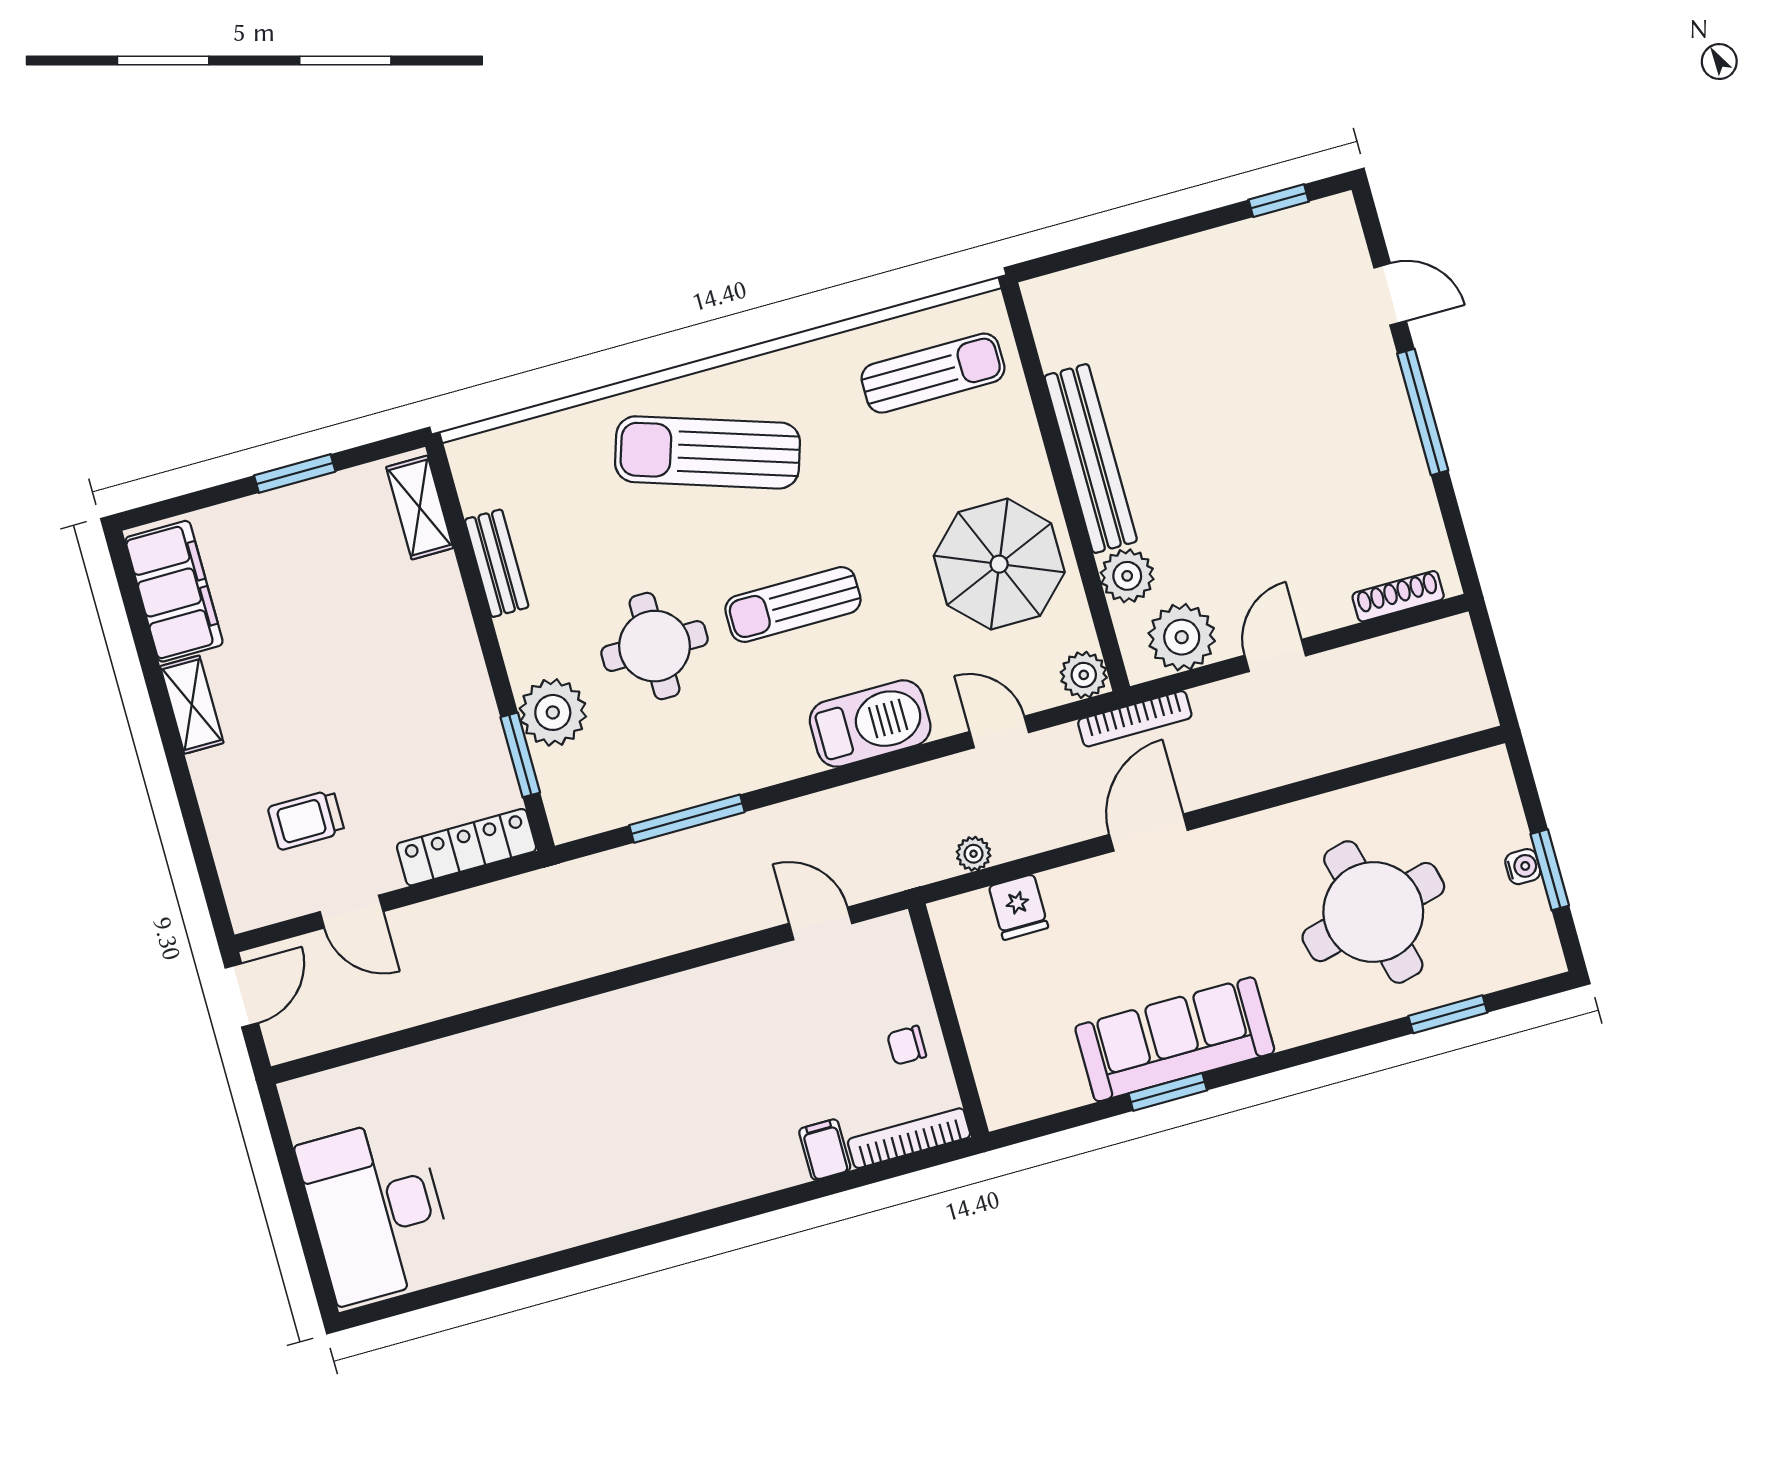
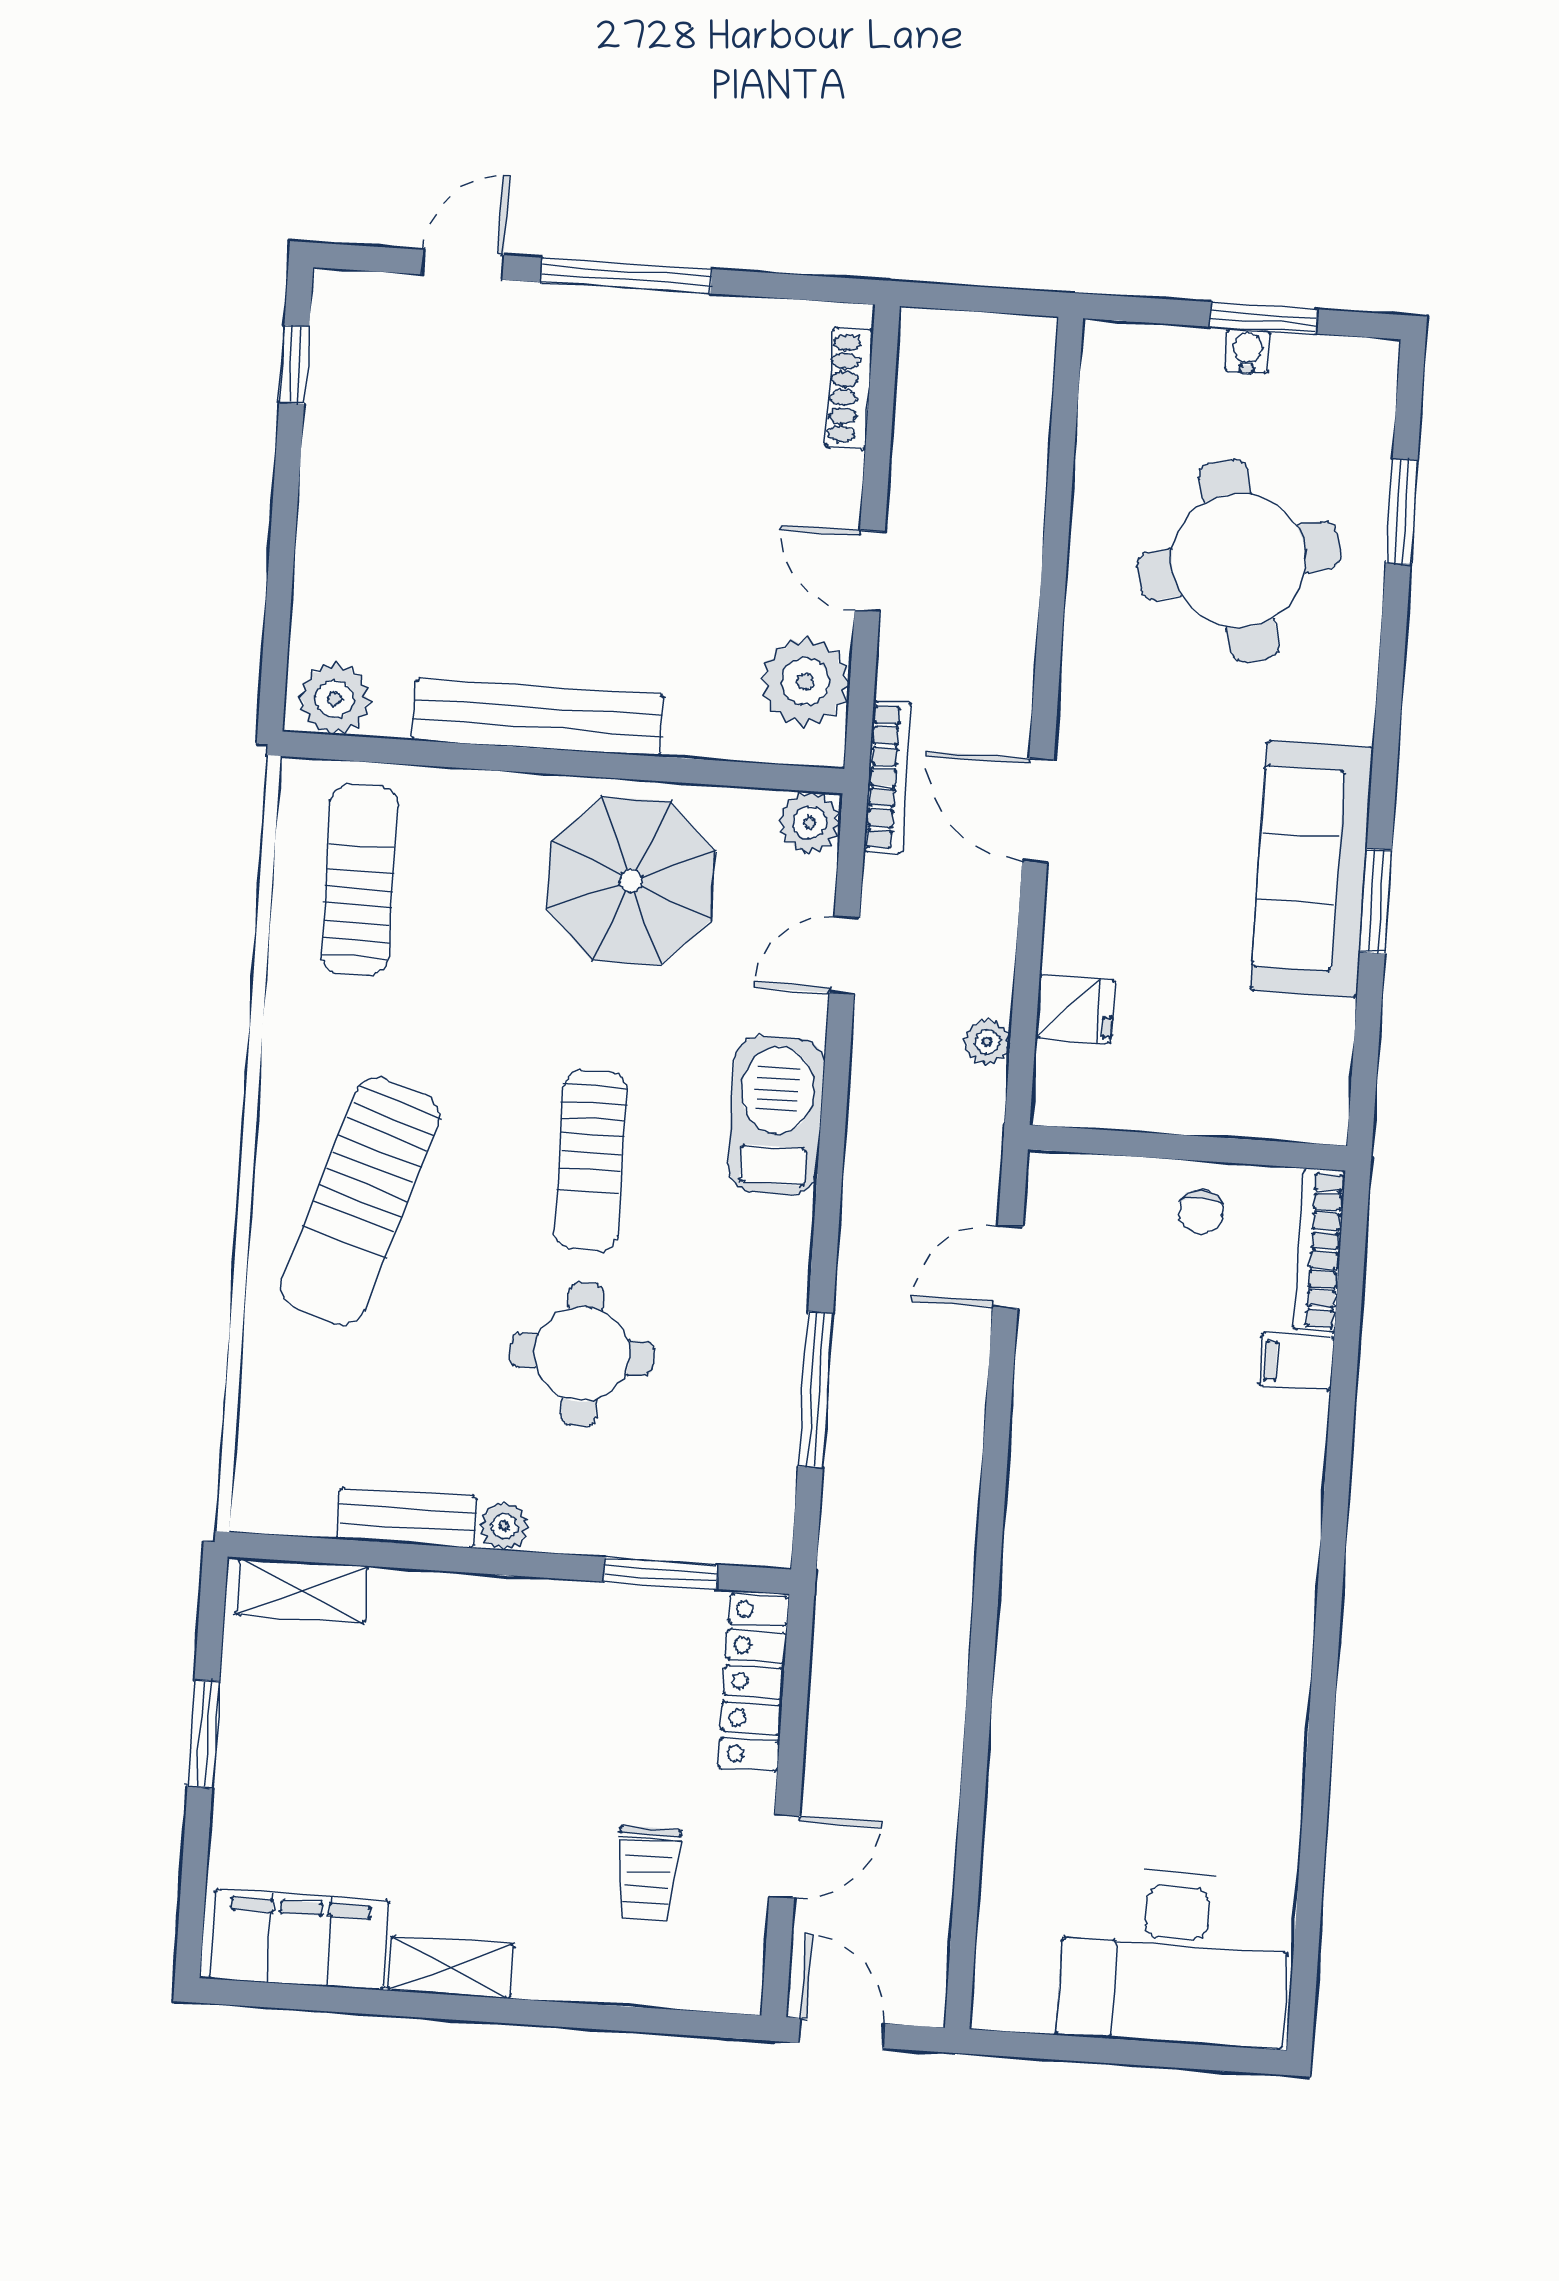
plant: (1127, 576) -> (334, 699), moved
plant: (553, 712) -> (504, 1526), moved, width x0.53, depth x0.53

